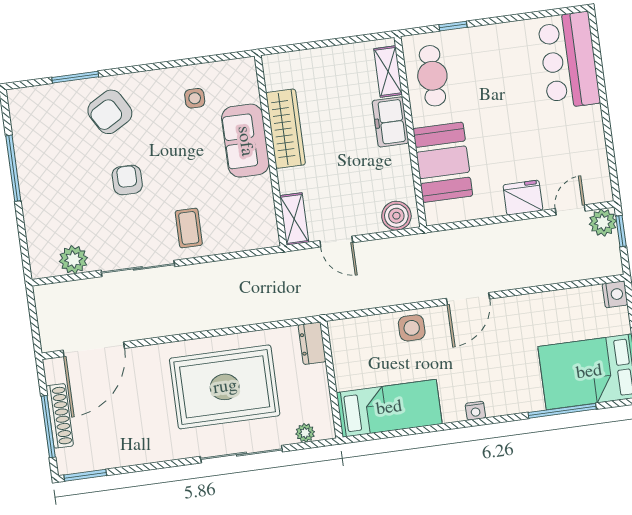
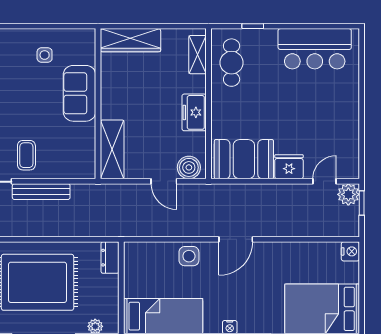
bar counter: (569, 60) -> (315, 49), moved, turned -90
freezer: (390, 122) -> (194, 112), moved
wardrobe: (286, 129) -> (130, 40), moved, turned 90
booth: (443, 162) -> (244, 159), moved, turned 90
shelving: (294, 219) -> (112, 149), width x1.50, depth x1.33
door: (336, 242) -> (164, 181), moved
bench: (214, 272) -> (41, 192), added

